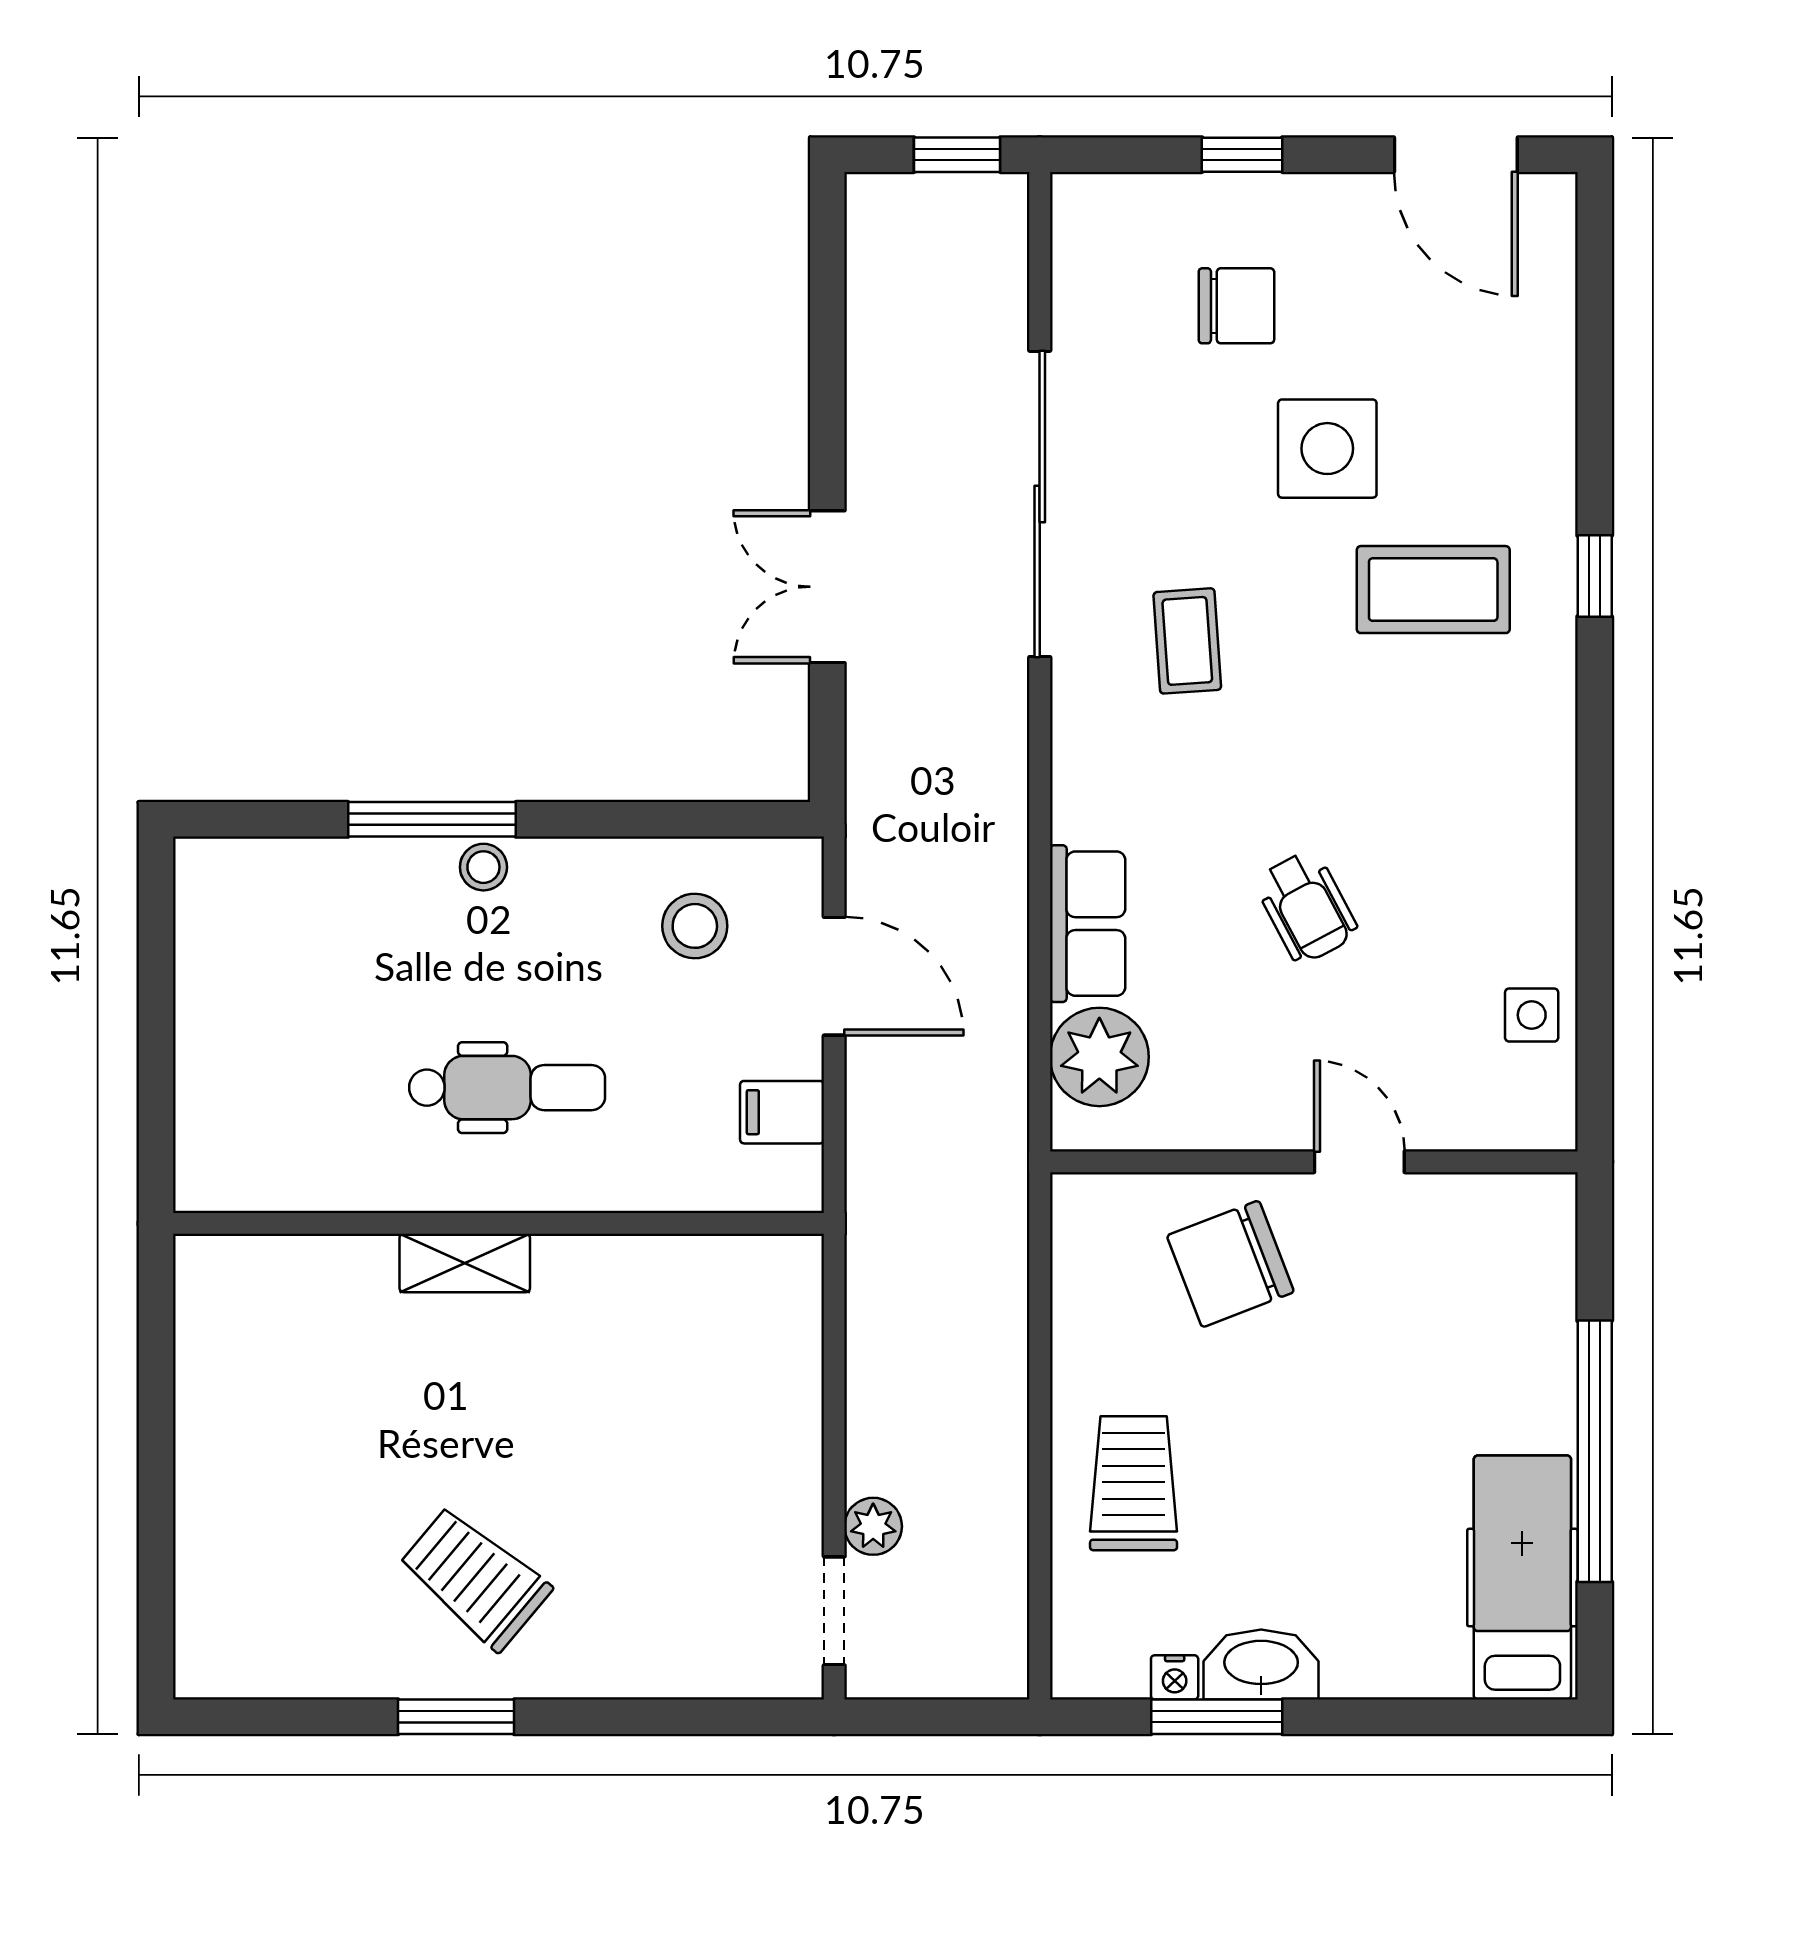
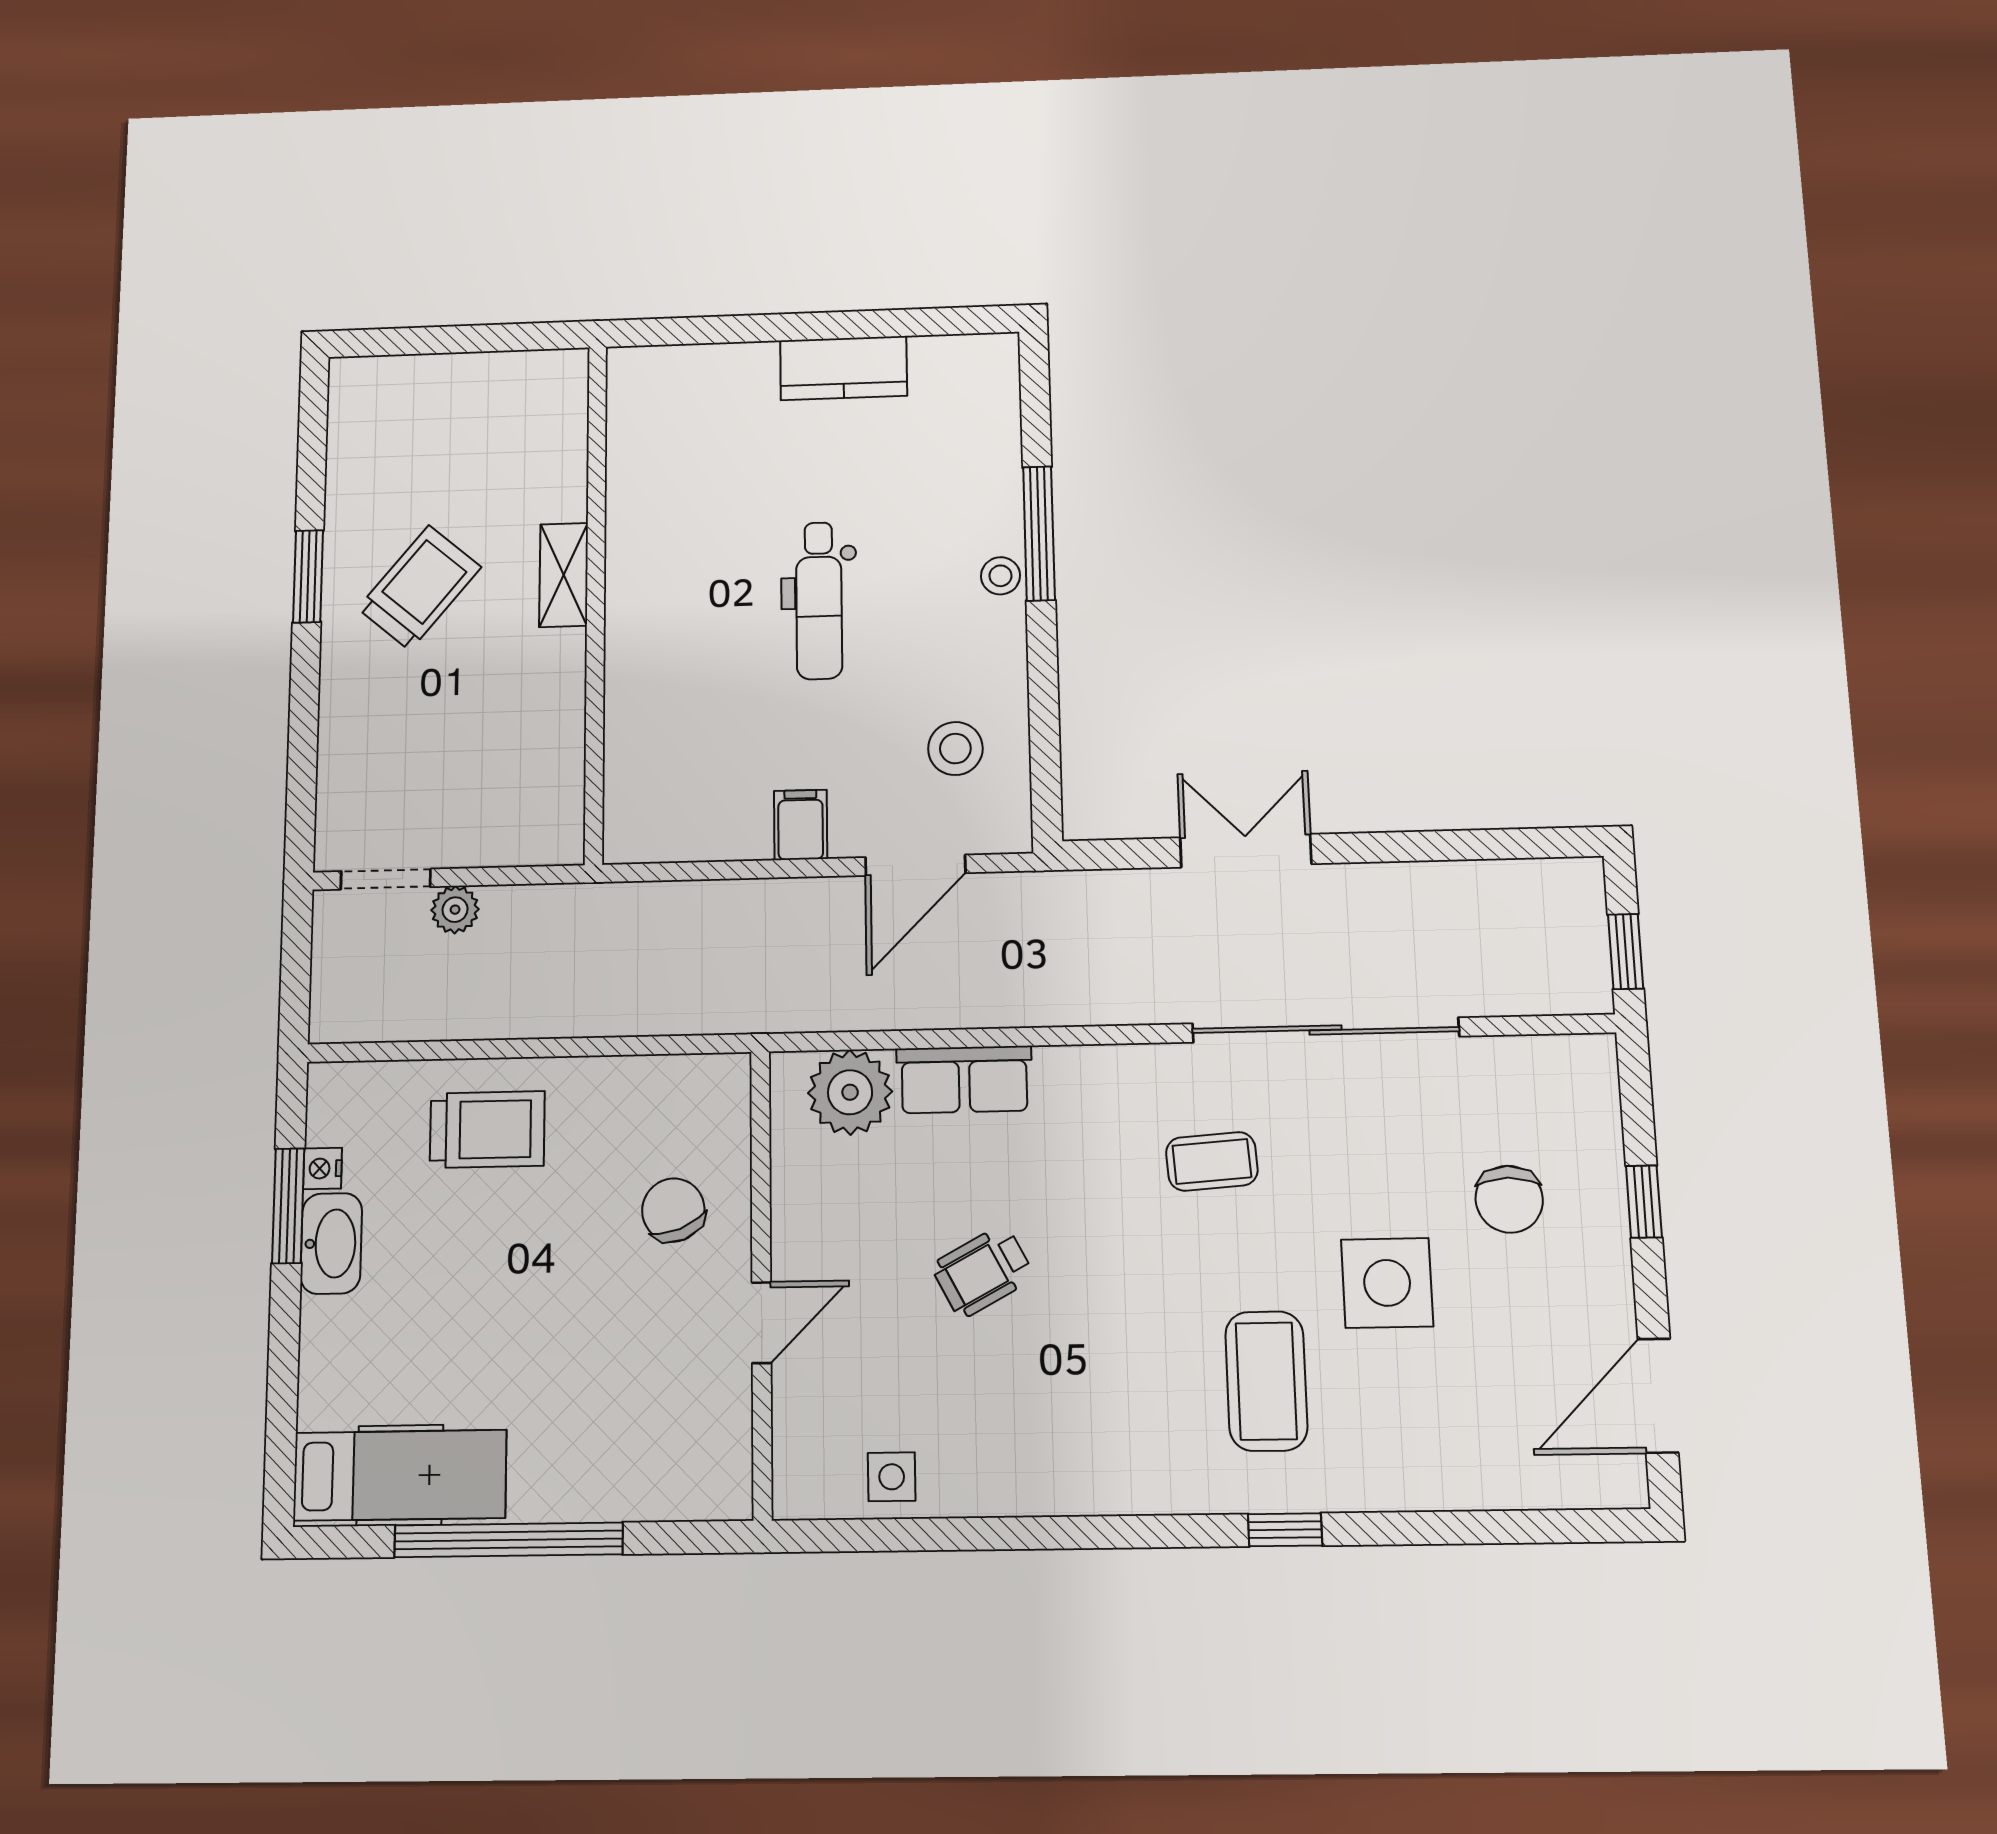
kitchen counter: (212, 1054) -> (844, 368), added
wall: (498, 1223) -> (596, 601), moved
shelving: (465, 1263) -> (564, 575), moved
chair: (1230, 1264) -> (673, 1210), width x0.73, depth x0.73

